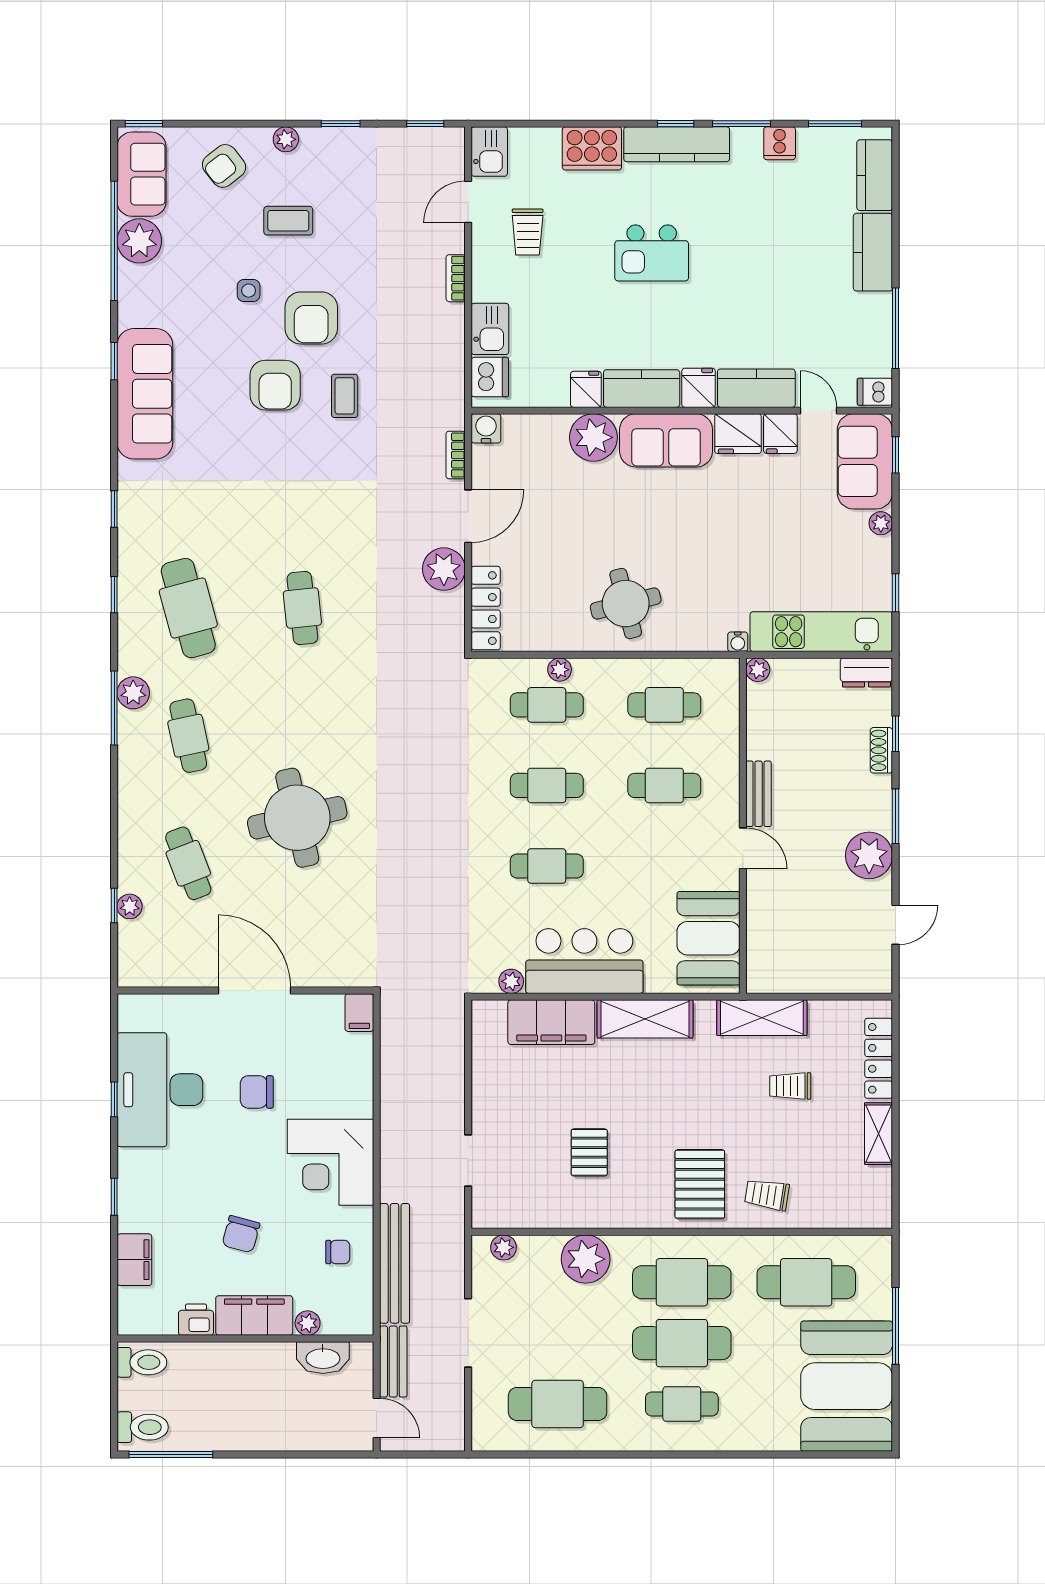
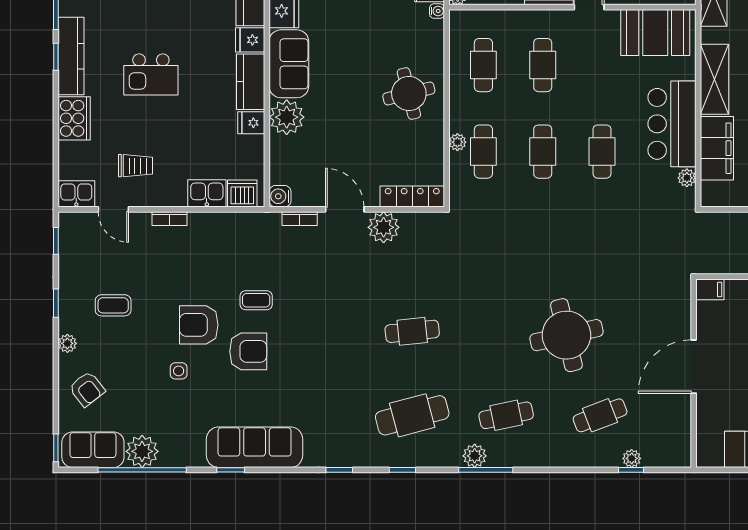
coffee table: (288, 221) -> (113, 305), moved, turned 90
kitchen island: (652, 253) -> (151, 74), turned 90
armchair: (311, 318) -> (199, 325), turned 180

